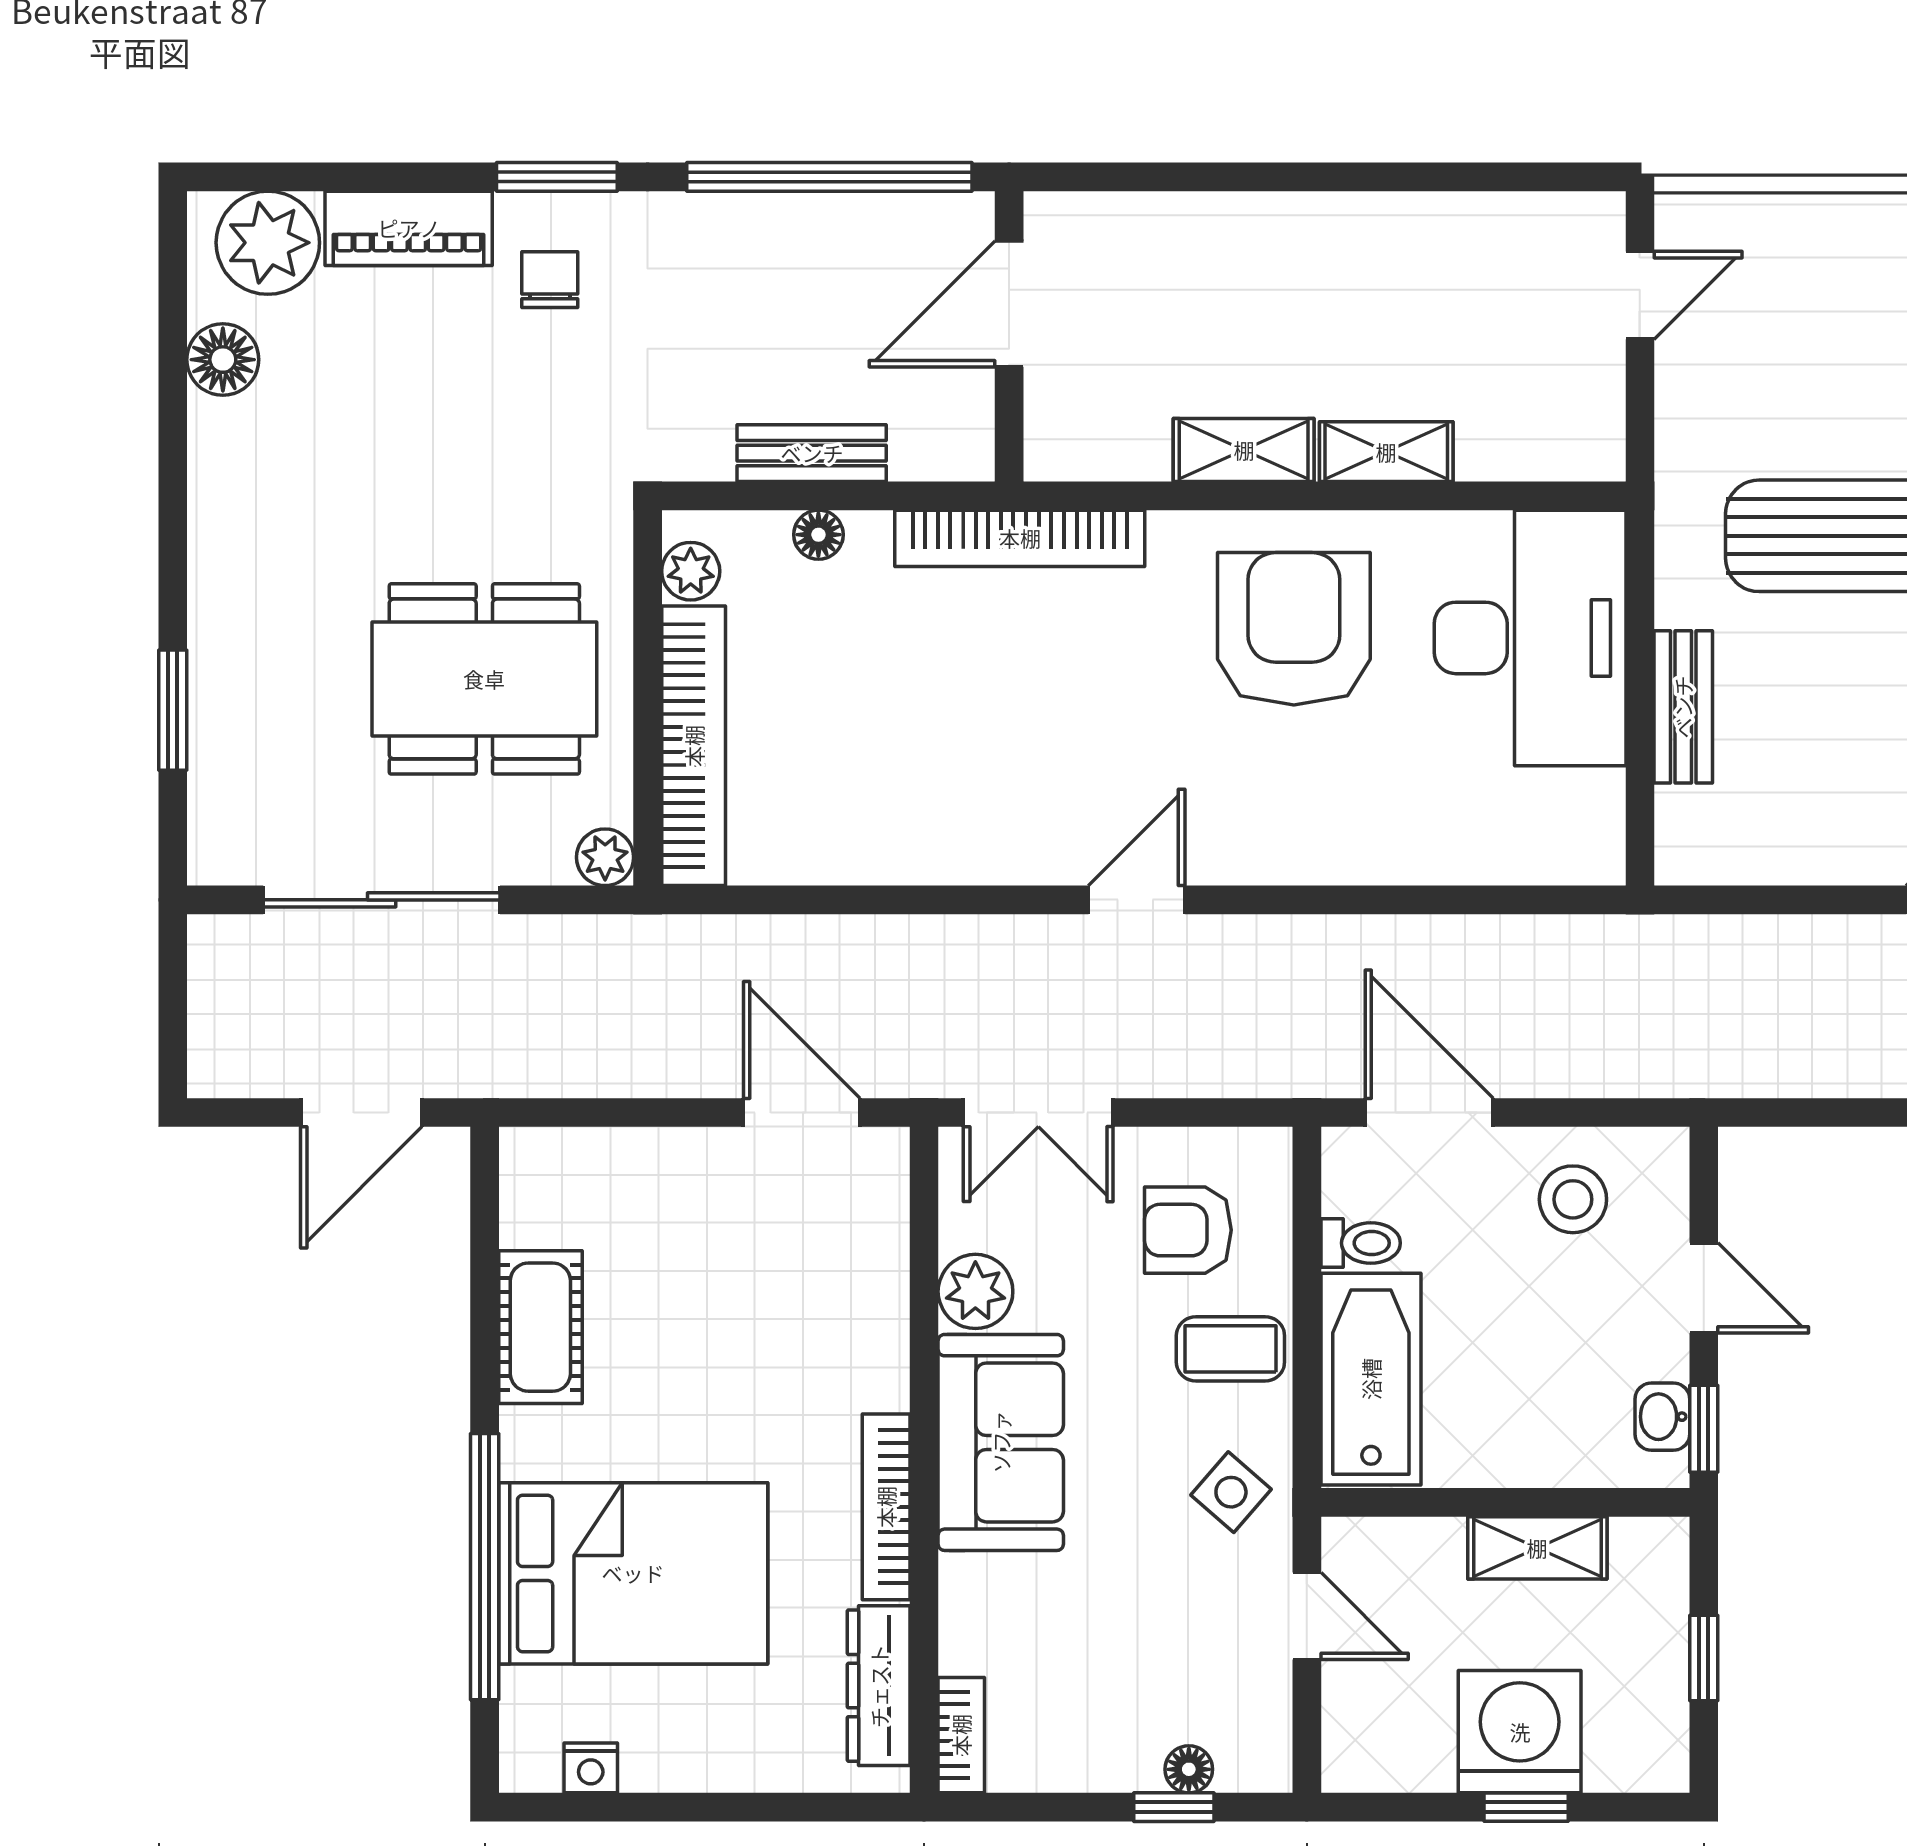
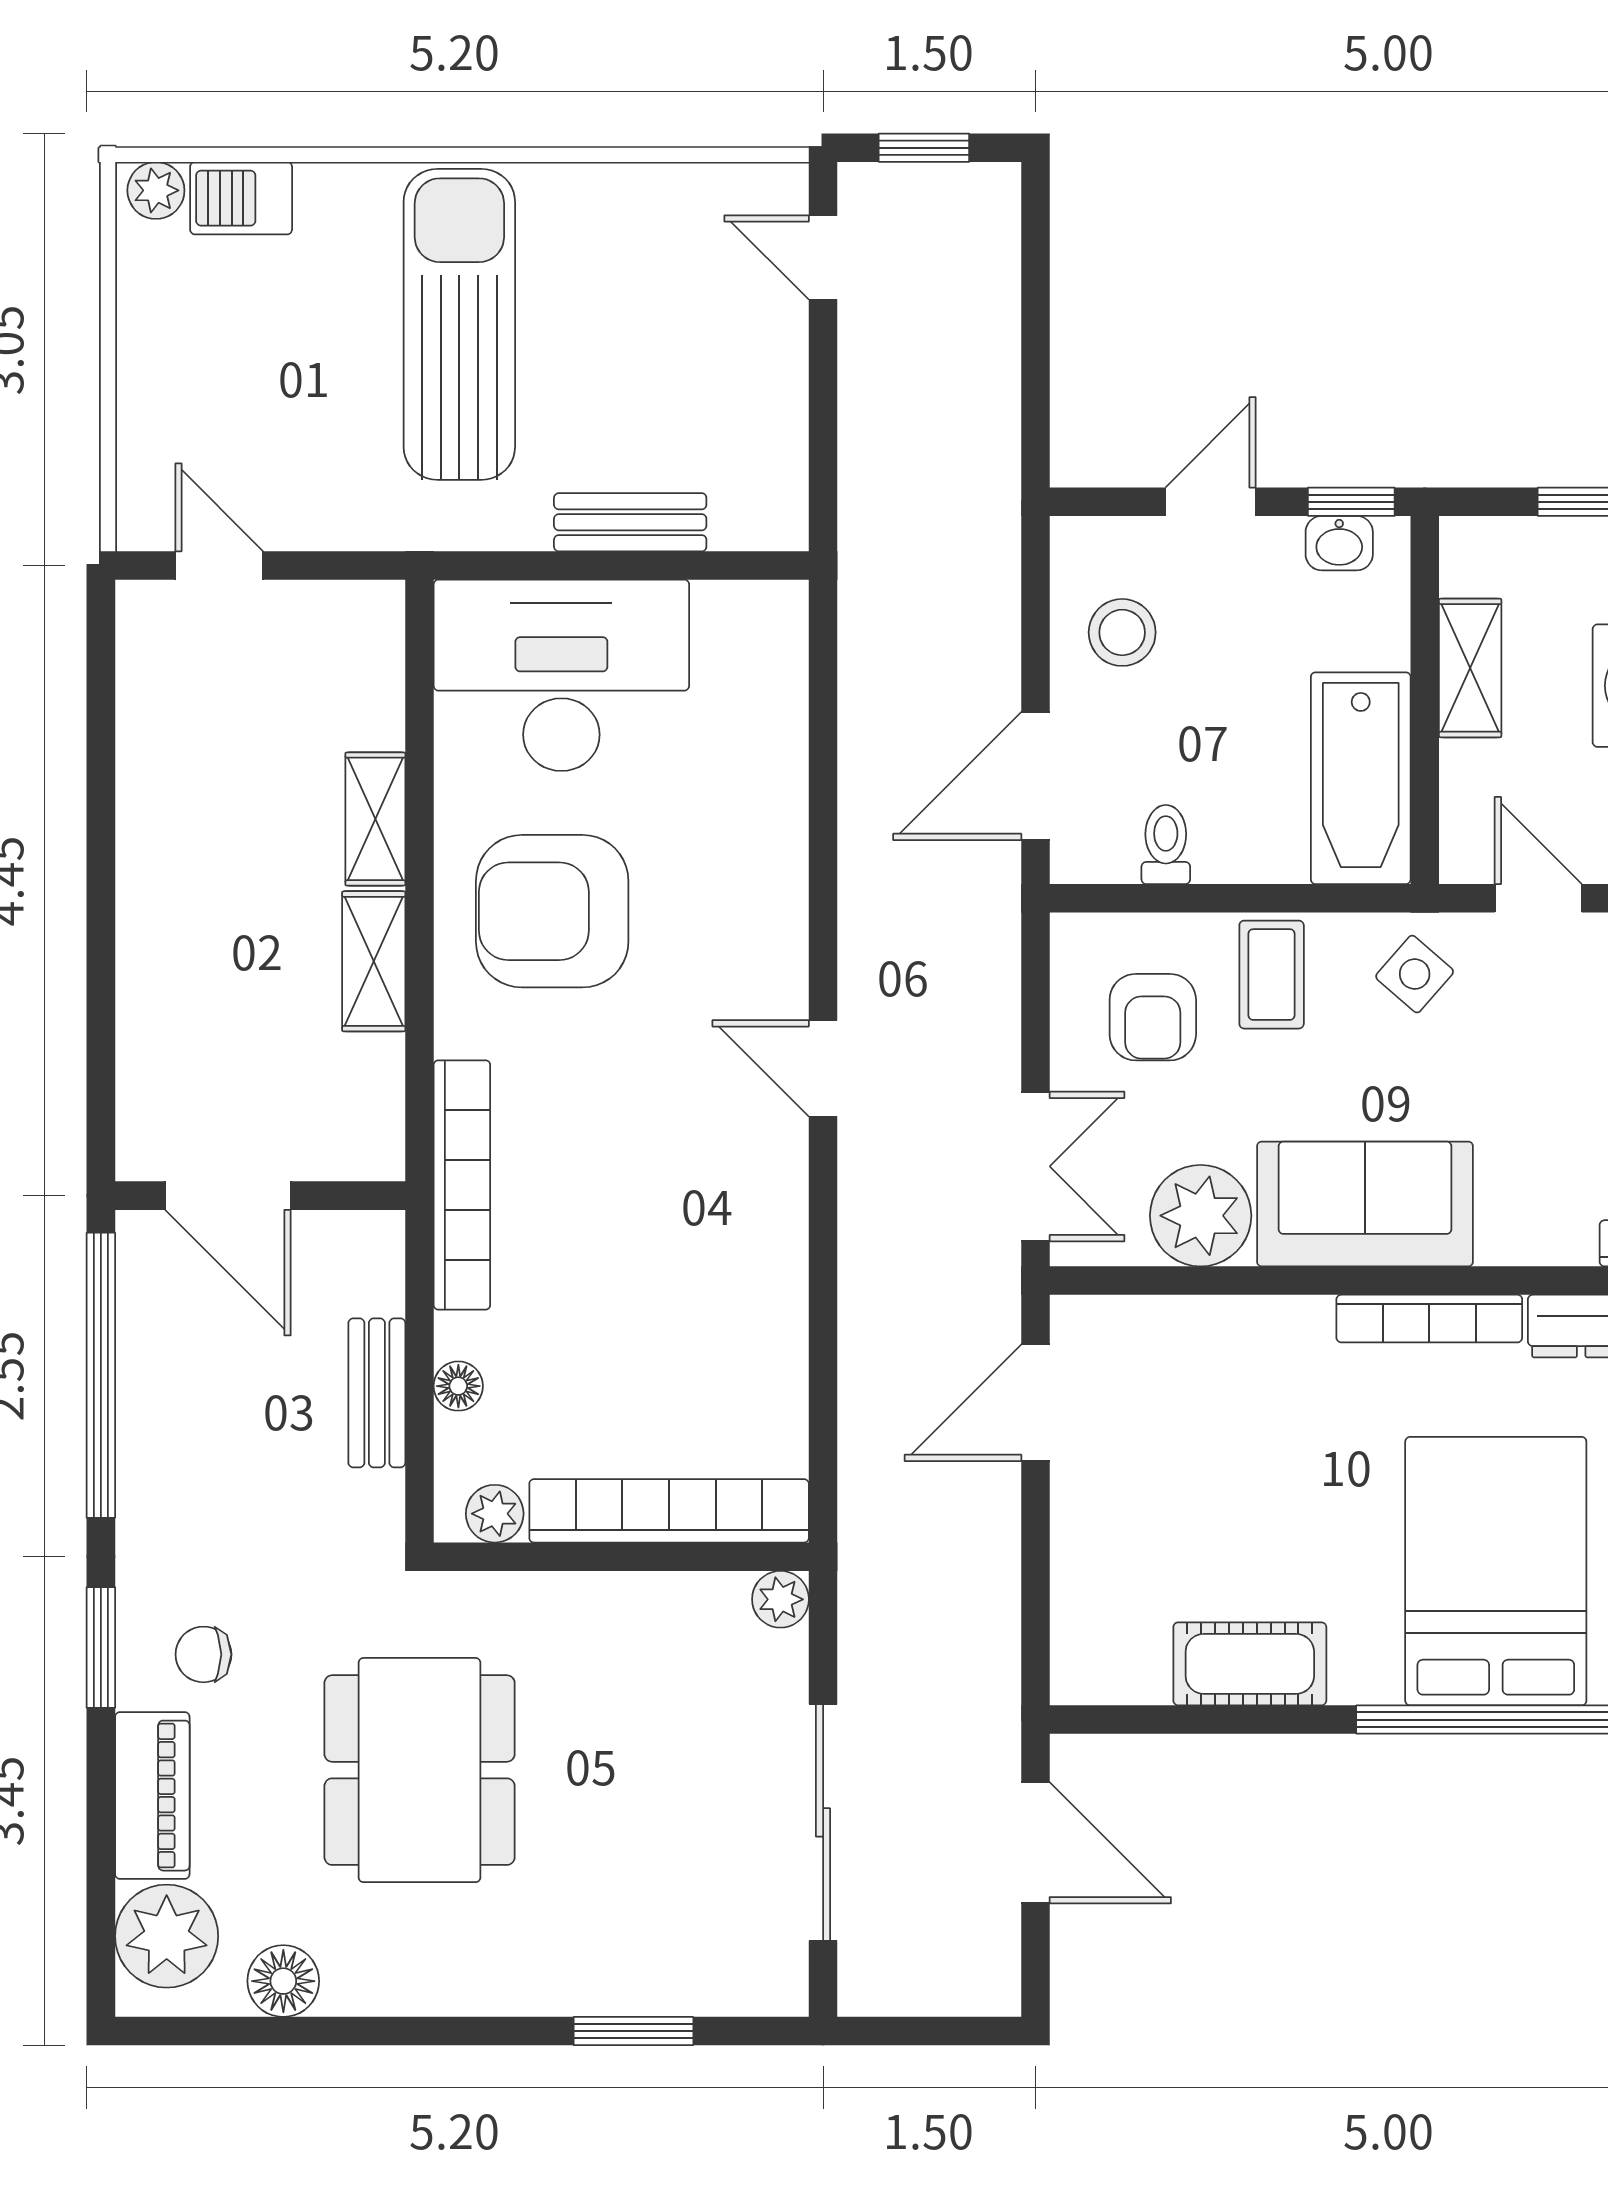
dining table: (484, 679) -> (420, 1770), moved
plant: (975, 1291) -> (1201, 1216), width x1.36, depth x1.36
bathtub: (1371, 1379) -> (1361, 778), moved, turned -90
door: (1307, 1616) -> (1538, 898), hinge flipped

